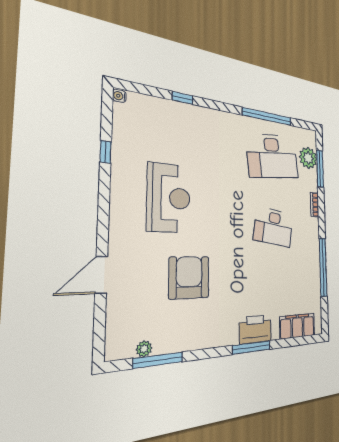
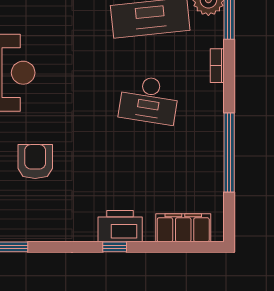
armchair: (189, 277) -> (35, 162), width x0.73, depth x0.73
window: (252, 347) -> (115, 247), width x0.46

